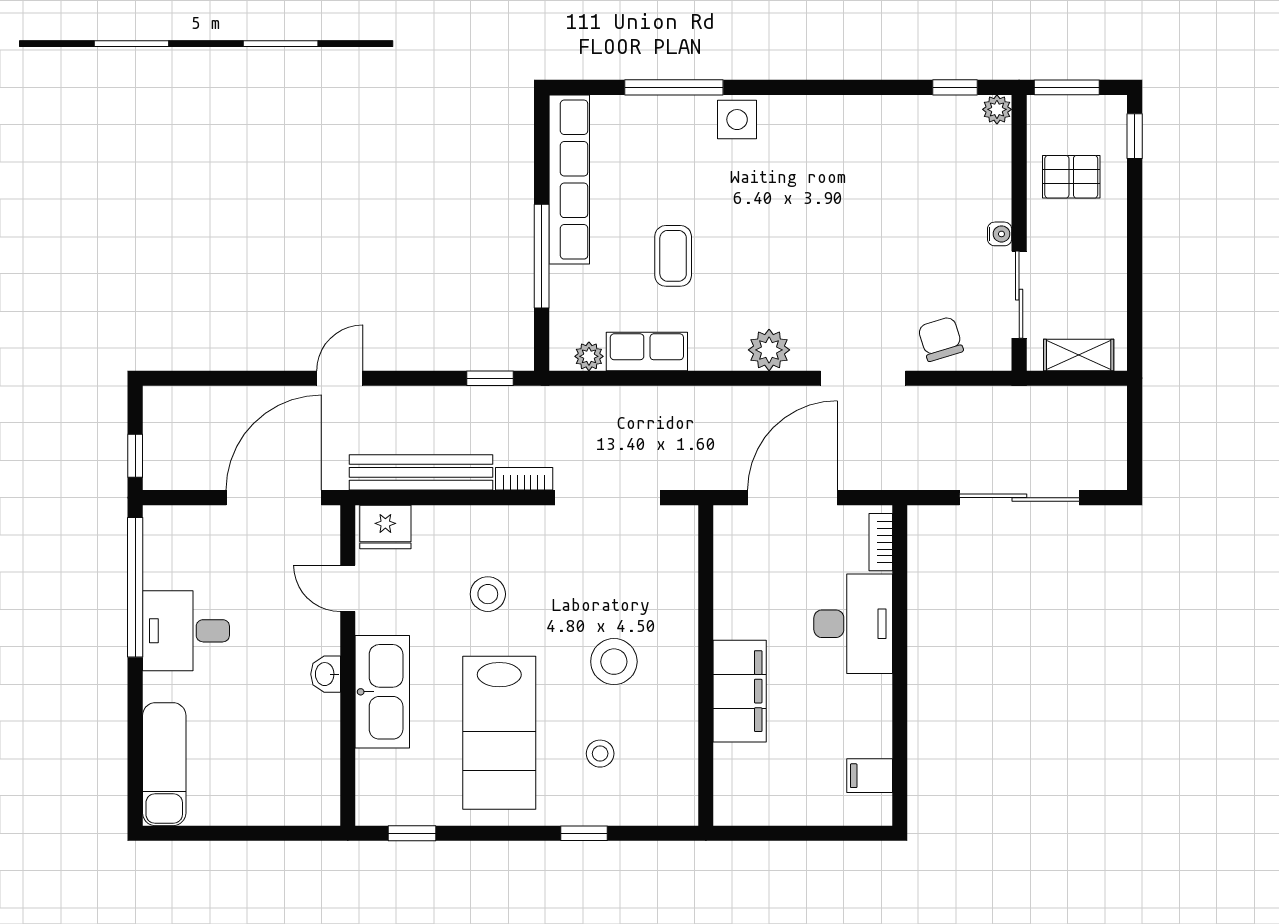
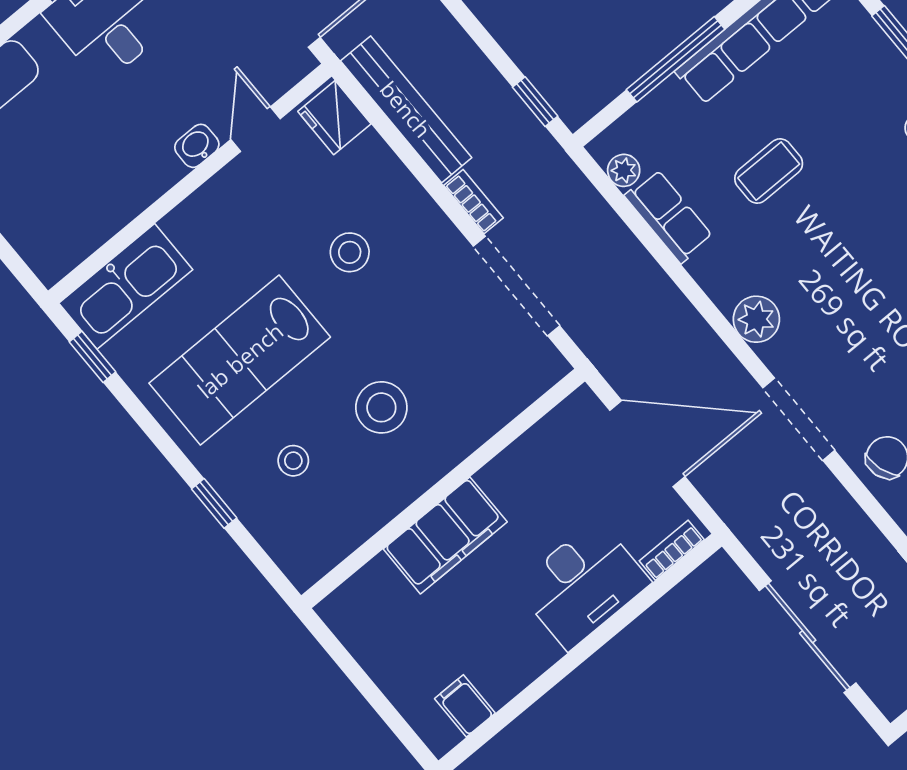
washbasin: (326, 674) -> (197, 146), moved
kitchen sink: (382, 692) -> (126, 286), moved

